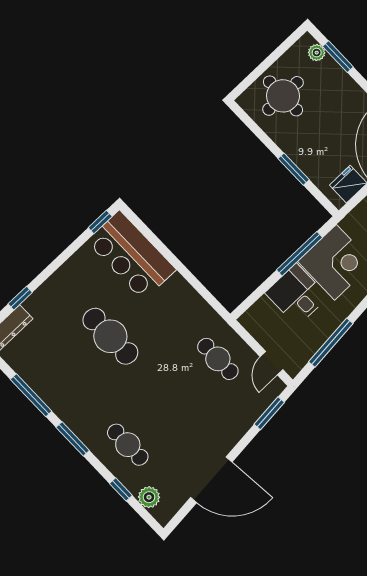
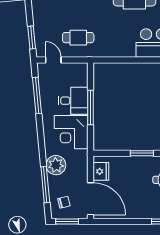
window: (294, 169) -> (142, 153), moved
window: (299, 254) -> (91, 108), moved

